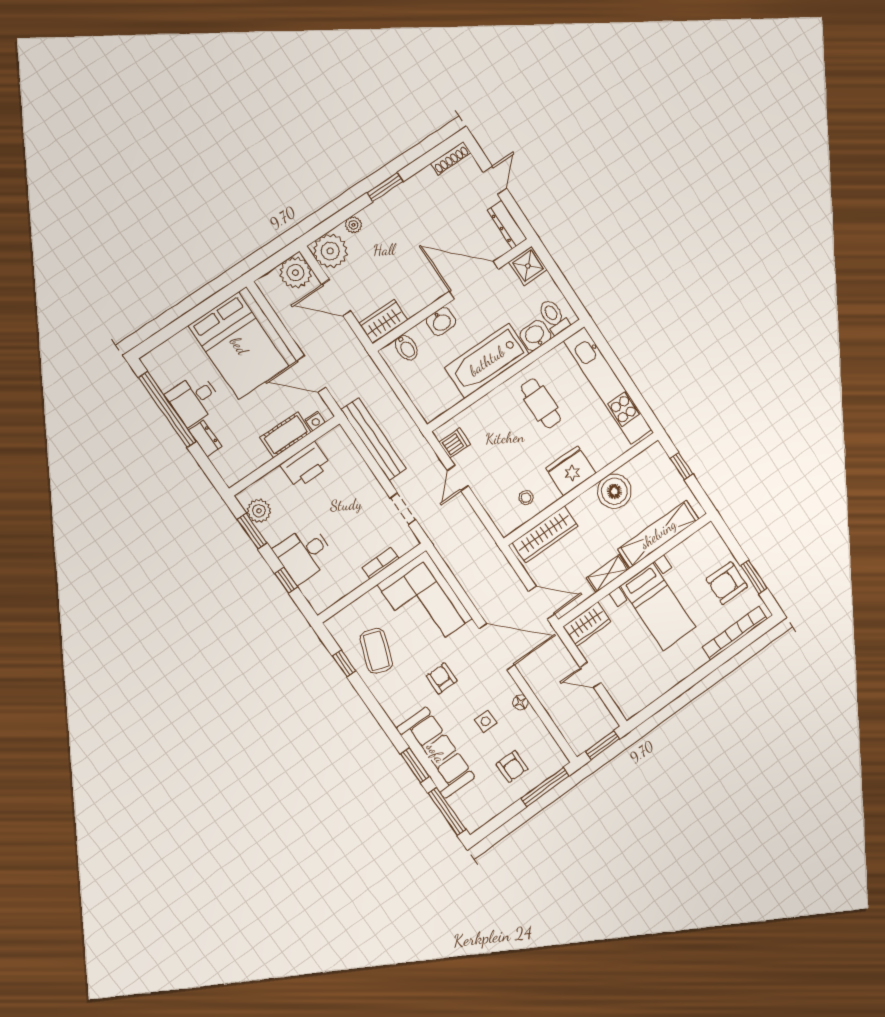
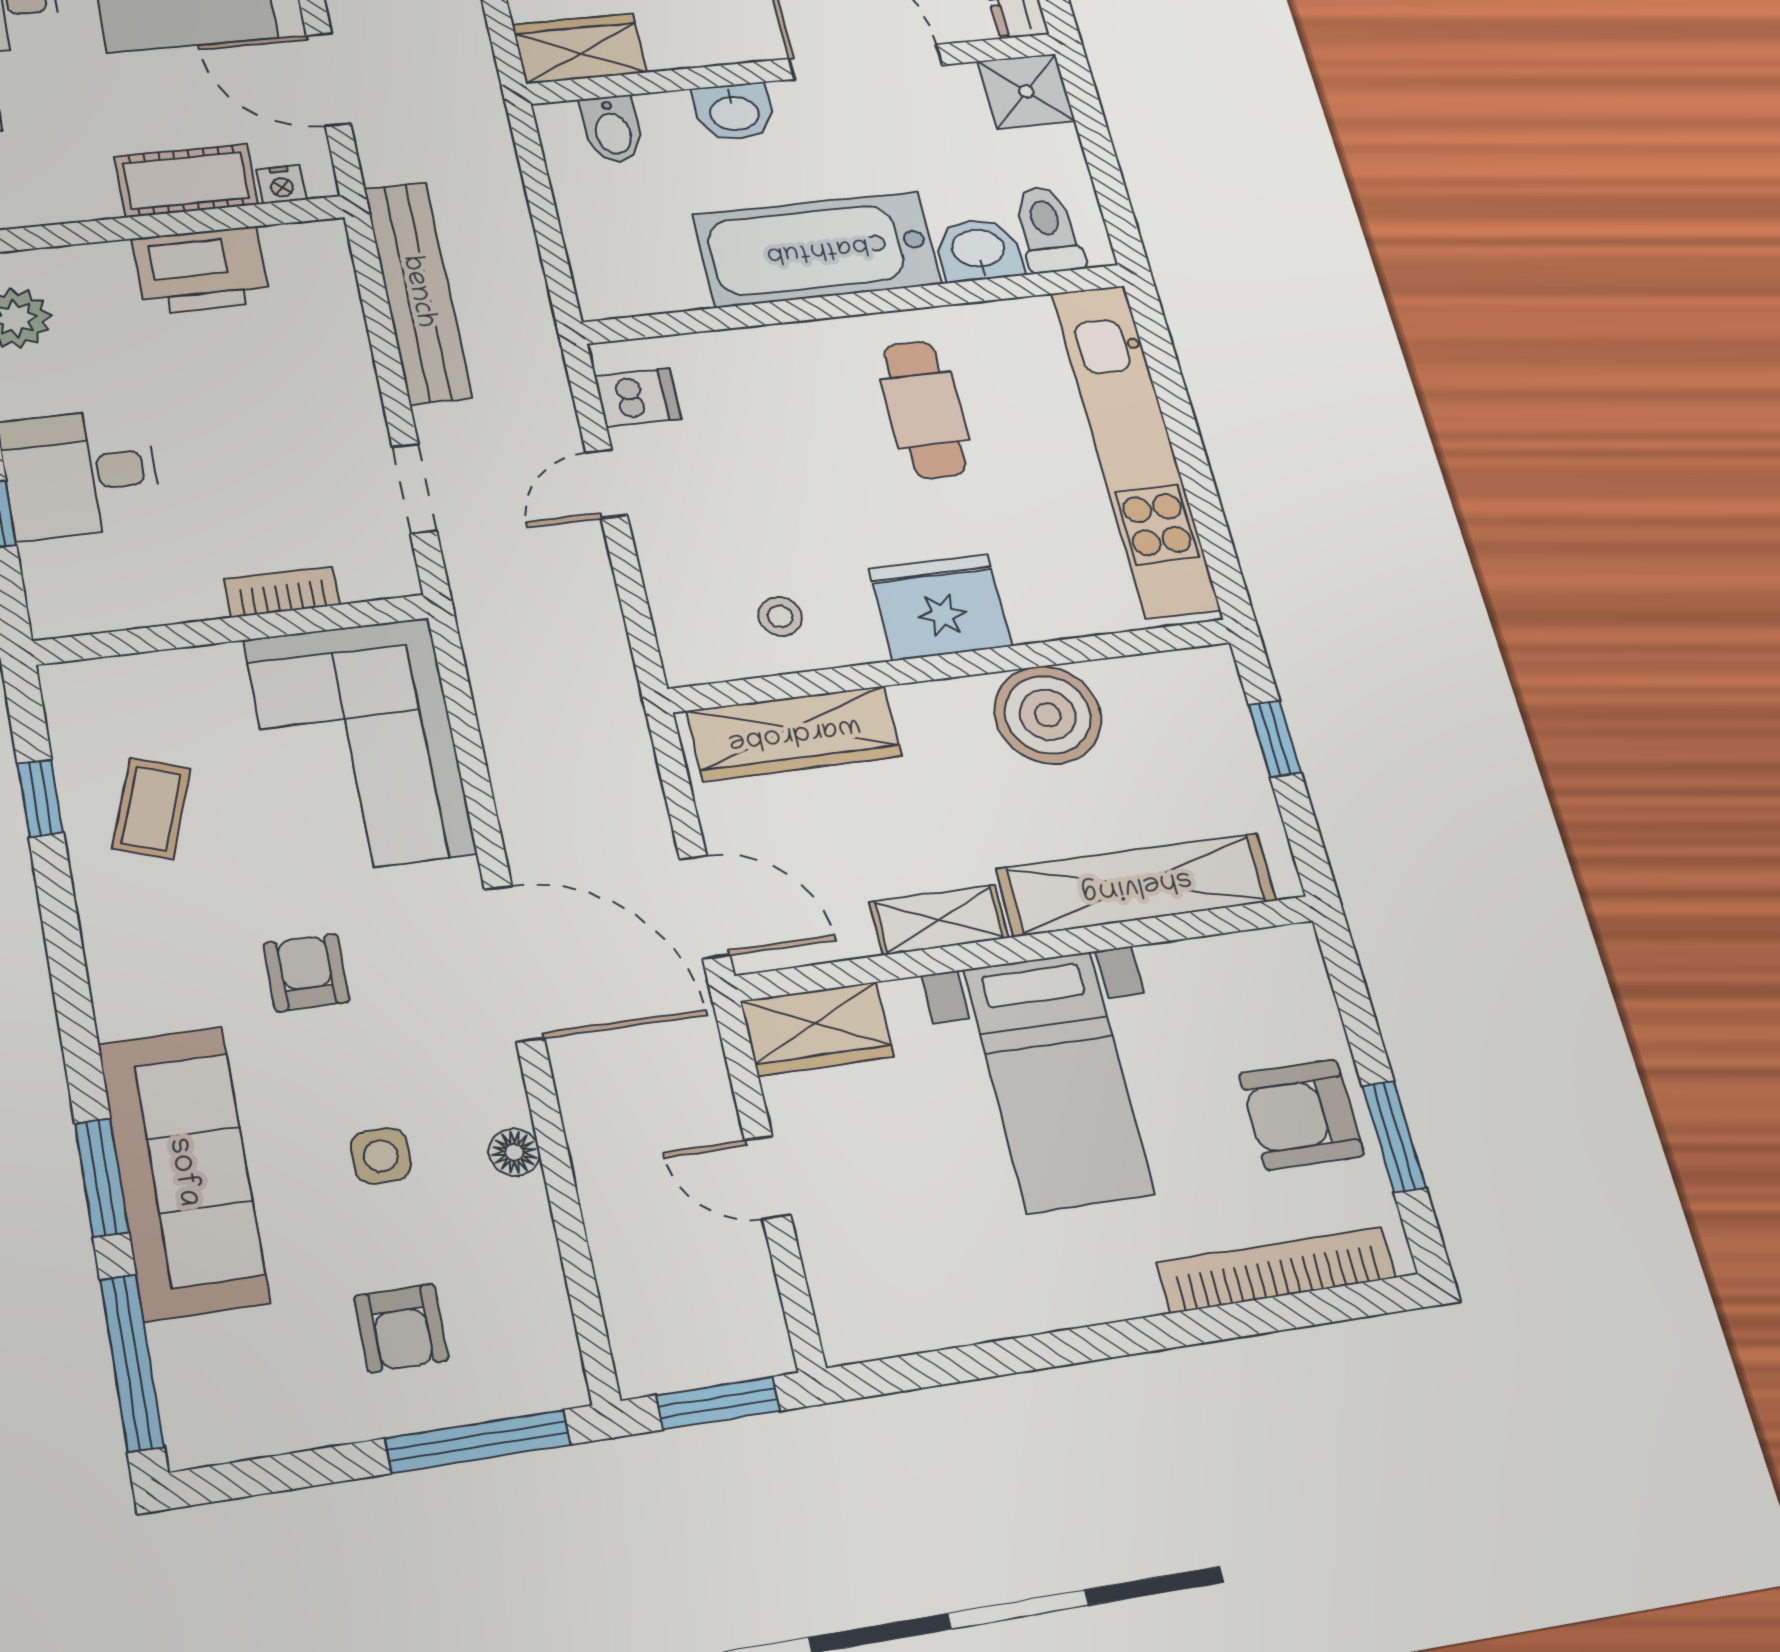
coffee table: (376, 651) -> (151, 809), width x0.73, depth x0.77

